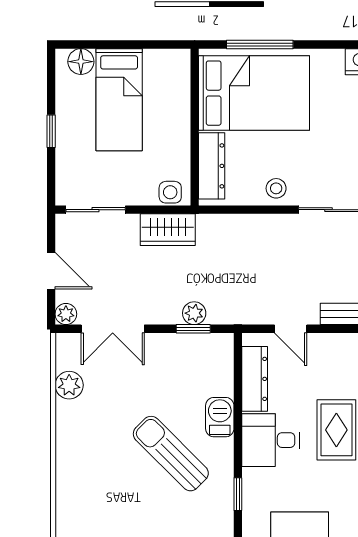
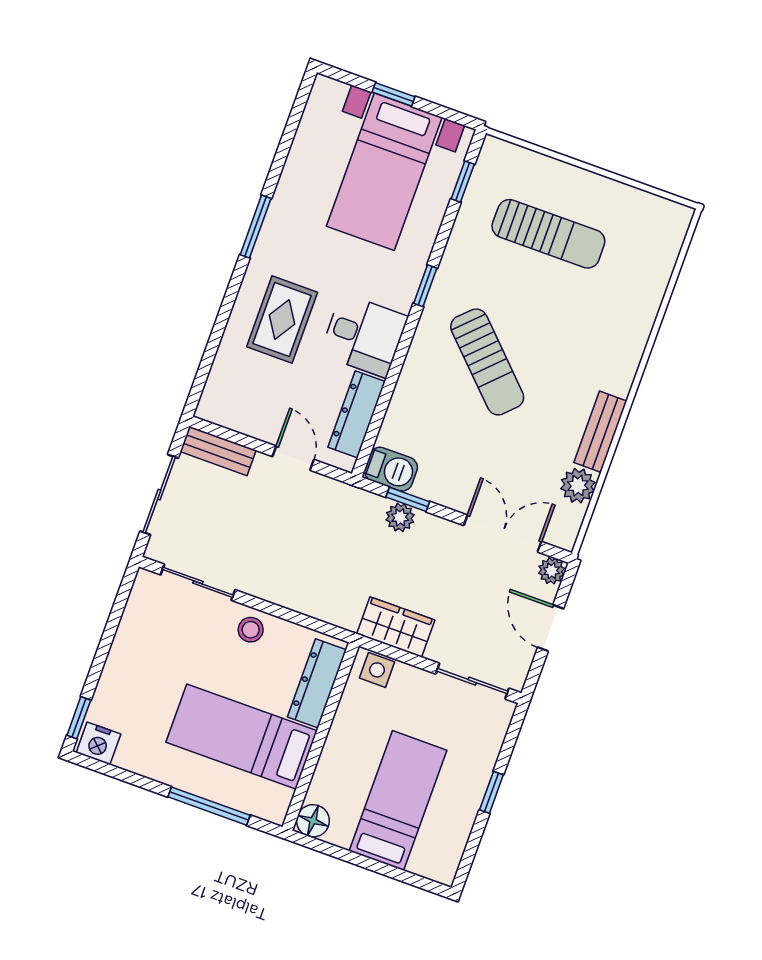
floor lamp: (81, 62) -> (313, 821), moved
bed: (254, 93) -> (242, 737), width x0.67
barbecue: (220, 417) -> (391, 469), moved, turned -90
bench: (67, 432) -> (600, 432), added

